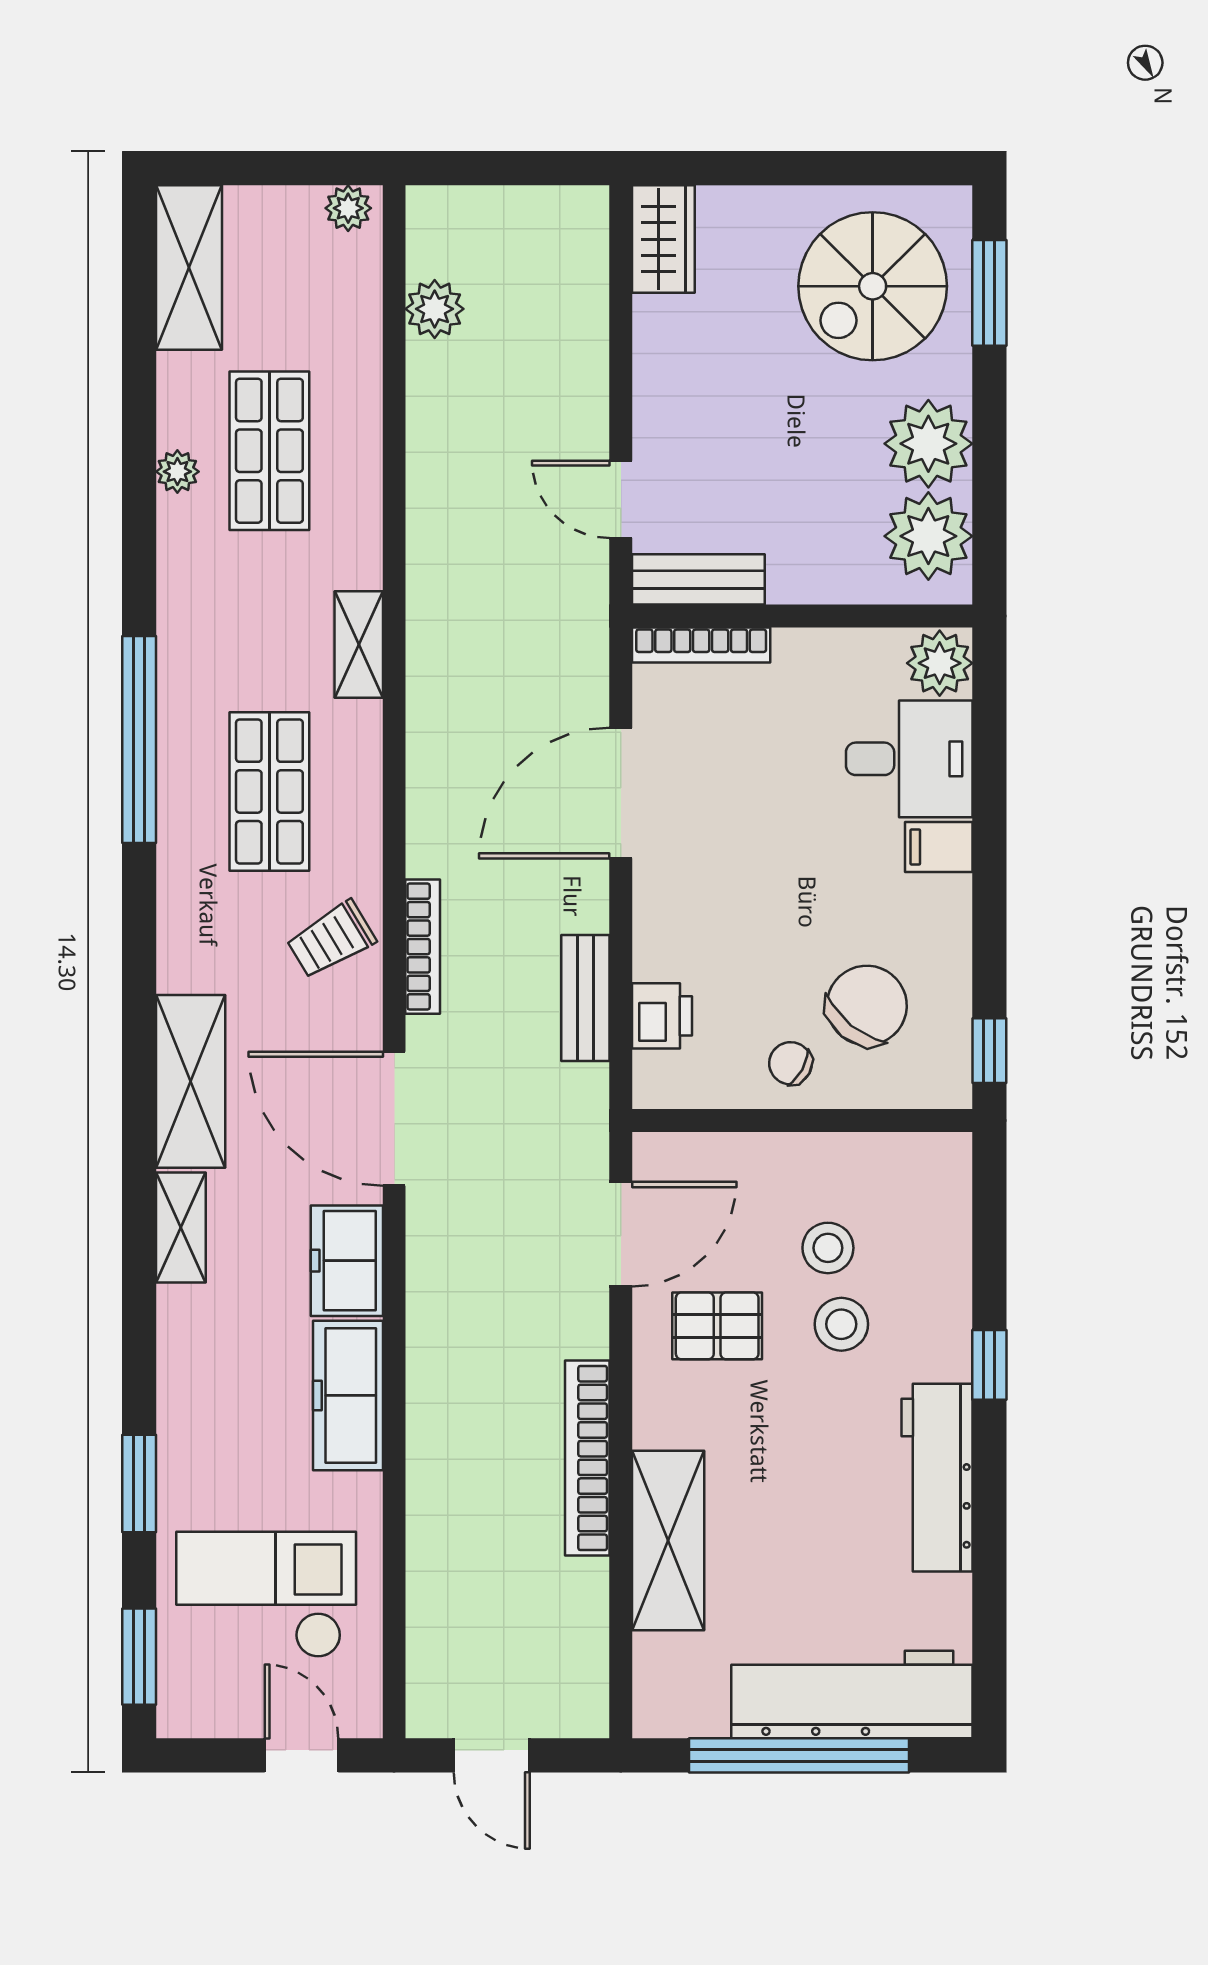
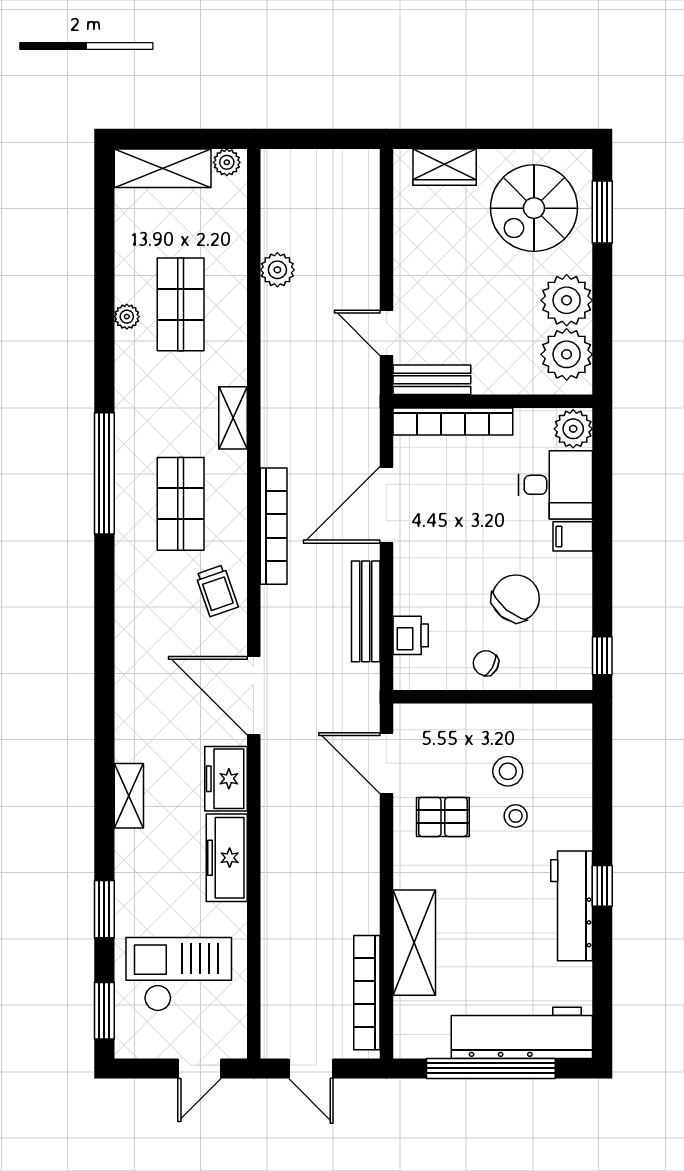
wardrobe: (663, 239) -> (445, 167), moved, turned 90
shelving: (189, 268) -> (163, 168), moved, turned 90
plant: (435, 309) -> (277, 270), moved
bookcase: (701, 645) -> (453, 421), width x1.48, depth x1.31
trolley: (331, 940) -> (217, 591), turned -78
bookcase: (423, 947) -> (274, 526), moved, width x1.48, depth x1.31
bench: (585, 998) -> (366, 611), width x1.36
chair: (867, 1005) -> (516, 598), moved
shelving: (191, 1081) -> (135, 674), removed
shelving: (181, 1227) -> (129, 796), moved
door: (621, 1234) -> (386, 763), swing flipped
stool: (841, 1324) -> (516, 816), width x0.73, depth x0.73
window: (989, 1365) -> (602, 886), moved
bookcase: (587, 1458) -> (367, 993), moved
door: (301, 1755) -> (199, 1068), swing flipped

